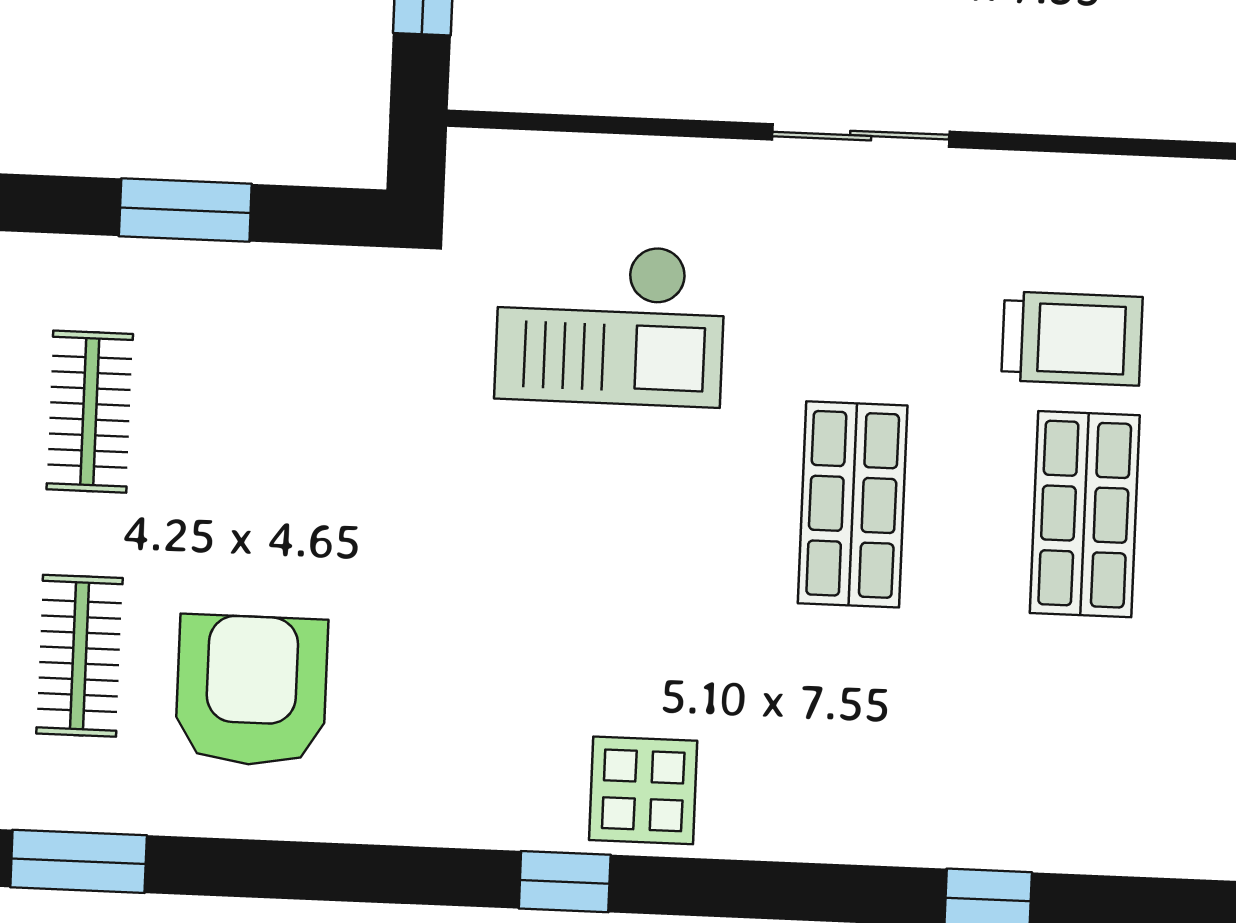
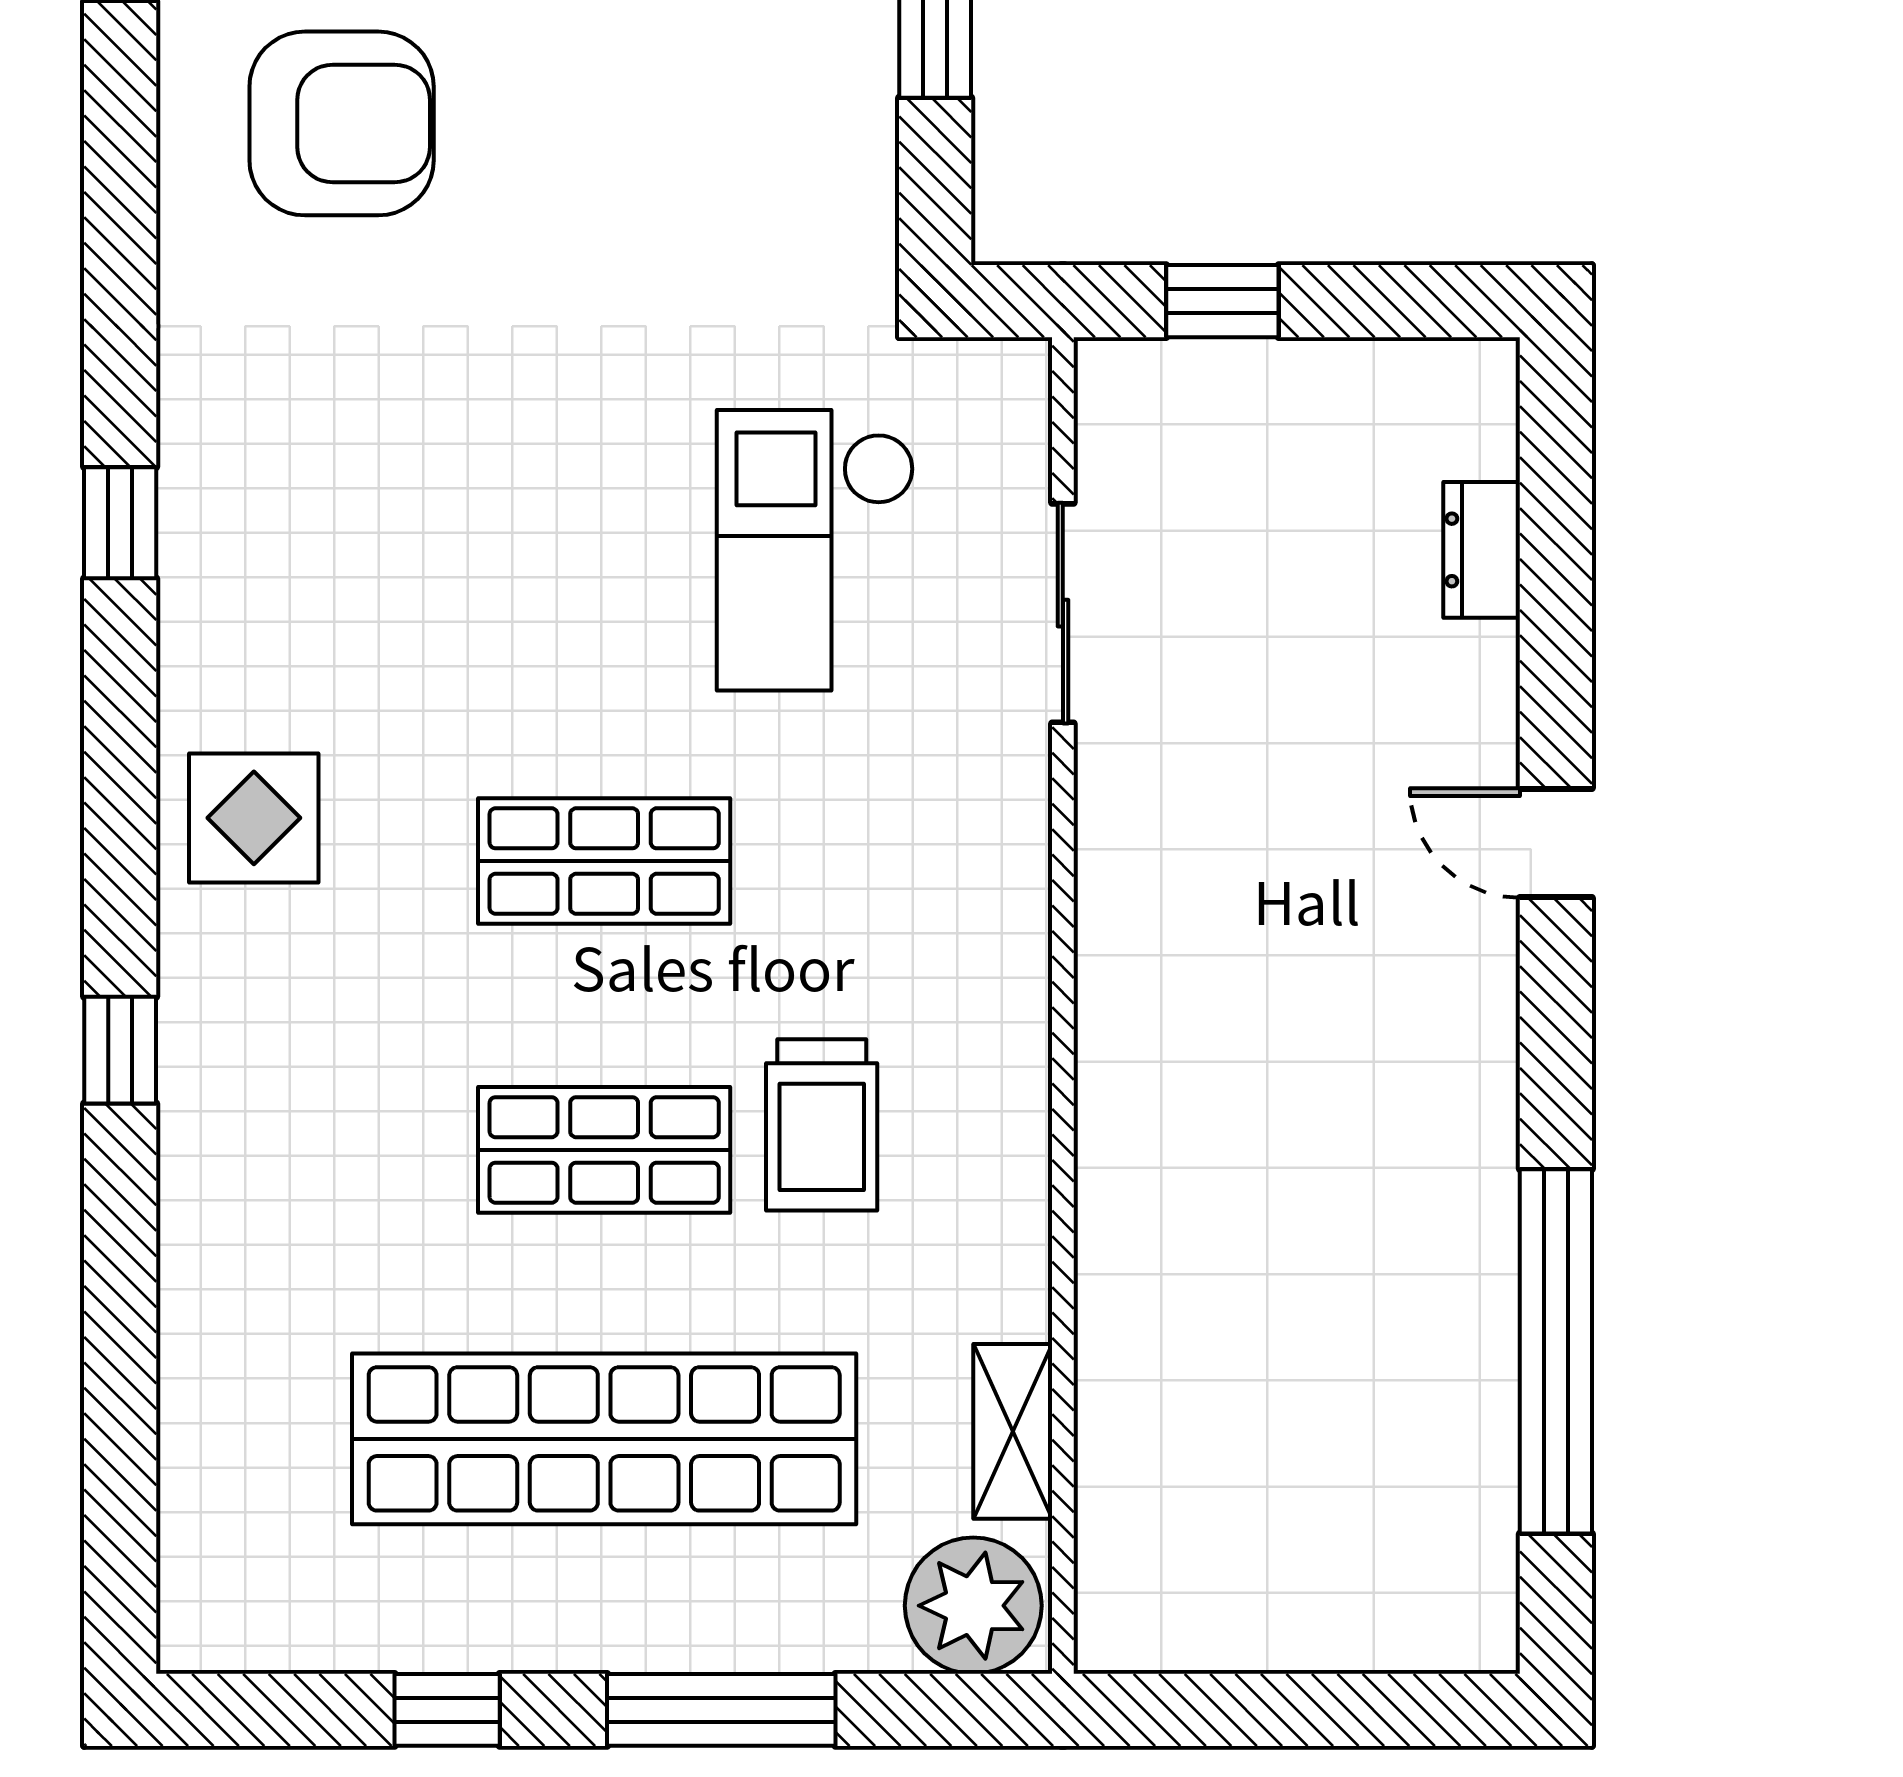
sliding door: (861, 136) -> (1063, 613), moved
display table: (643, 790) -> (254, 818), moved

